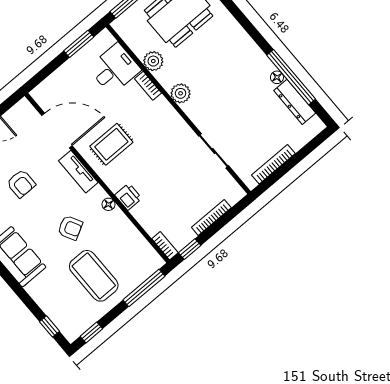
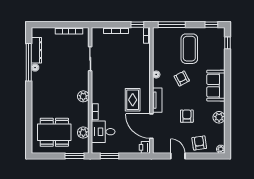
plant: (153, 61) -> (83, 133), moved
rug: (111, 144) -> (133, 100), turned 90
printer: (128, 197) -> (145, 147), moved

